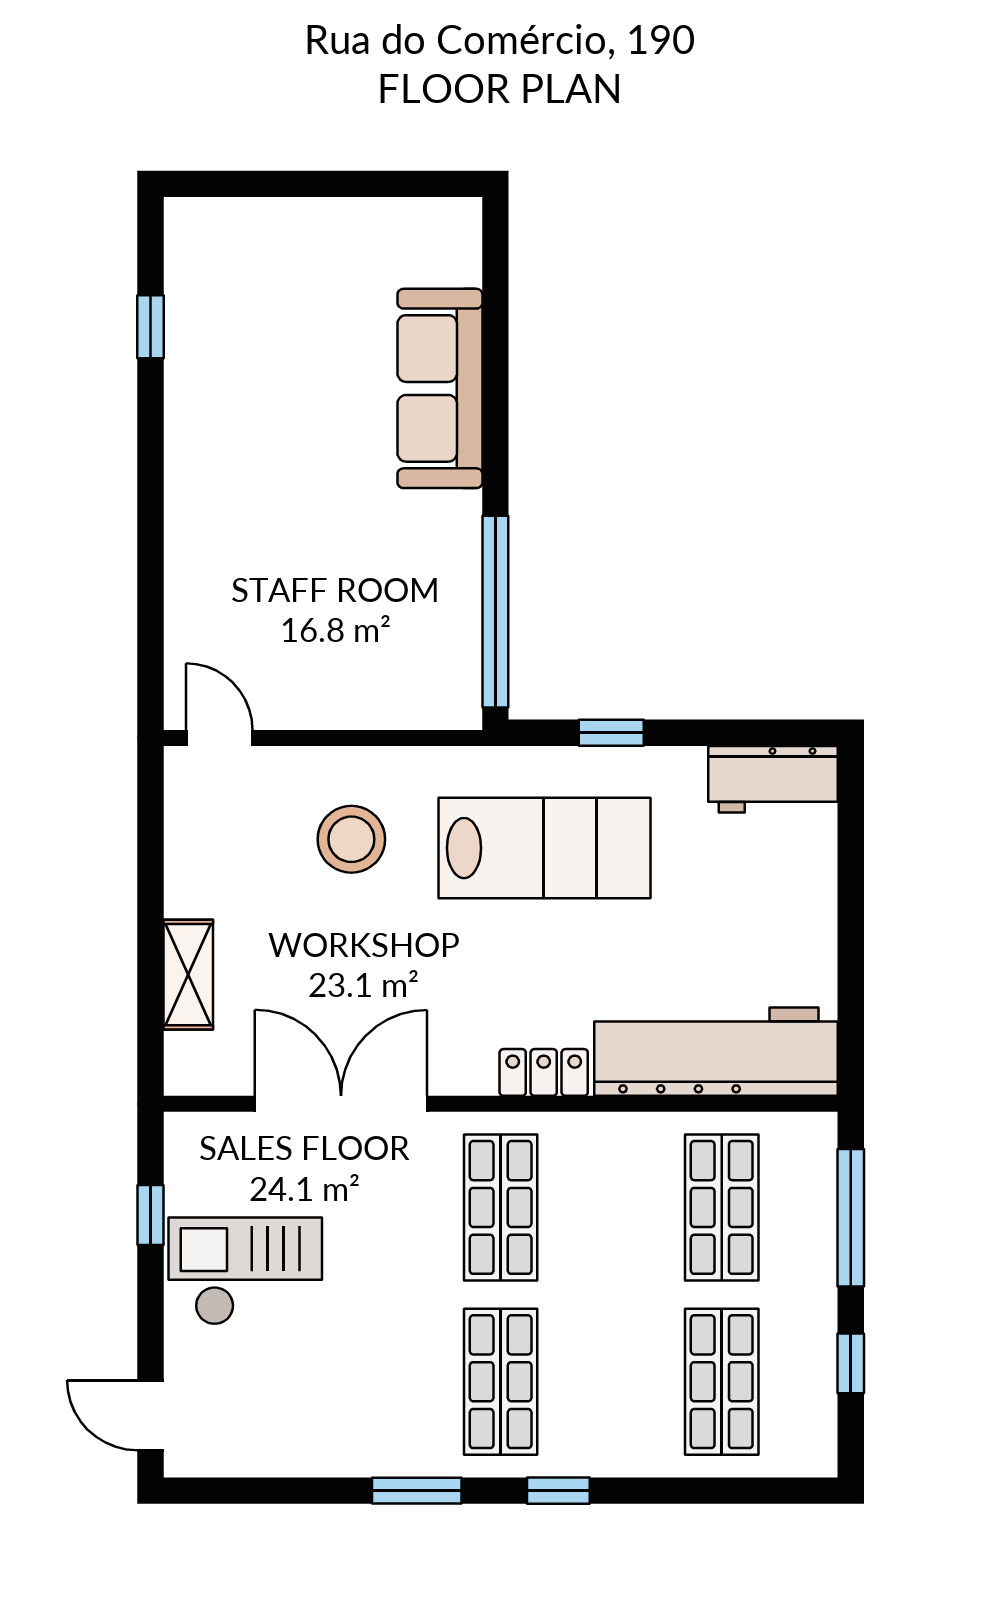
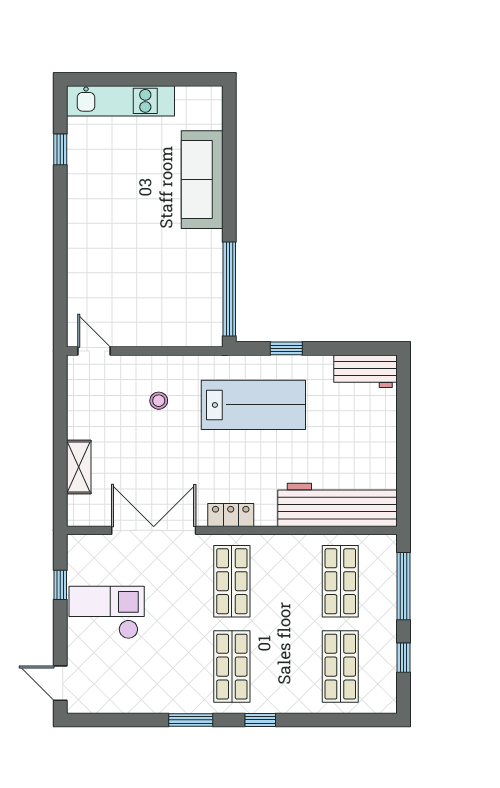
kitchen unit: (273, 228) -> (121, 101), added
stool: (351, 839) -> (159, 401), width x0.53, depth x0.53
locker: (544, 1072) -> (231, 515), moved

